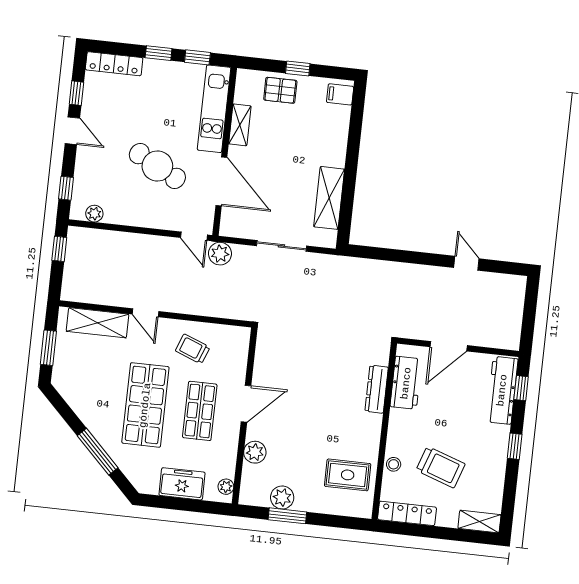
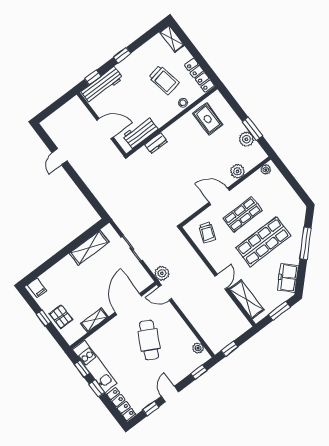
kitchen unit: (214, 109) -> (95, 367), moved, turned -90
door: (194, 236) -> (165, 293), swing flipped
trolley: (193, 349) -> (207, 232), moved
dresser: (377, 389) -> (156, 143), width x0.70
trolley: (441, 467) -> (164, 80), turned 150
freezer: (182, 484) -> (288, 278), moved, turned 45

